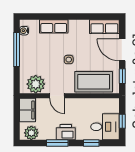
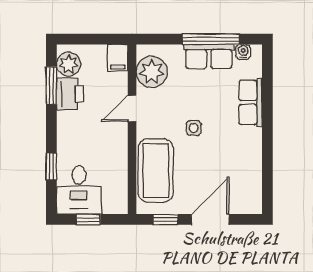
row of seats: (104, 27) -> (209, 56), moved, turned -90
filing cabinet: (28, 110) -> (118, 58), width x0.50
printer: (66, 132) -> (70, 94), moved
window: (57, 143) -> (51, 86), moved

